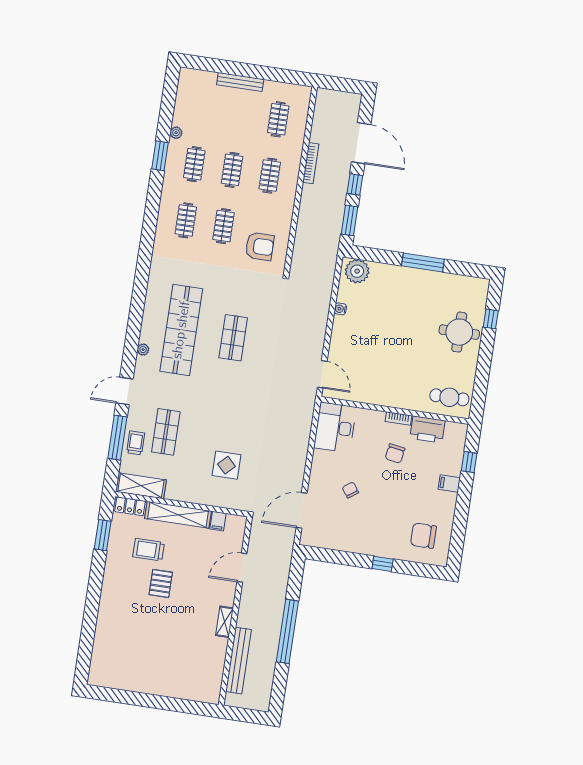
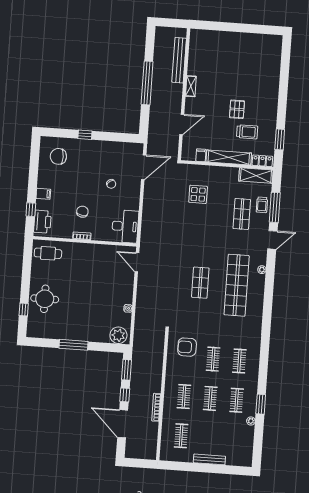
printer: (427, 429) -> (42, 222), moved, turned 90
chair: (423, 536) -> (58, 156), turned 180

